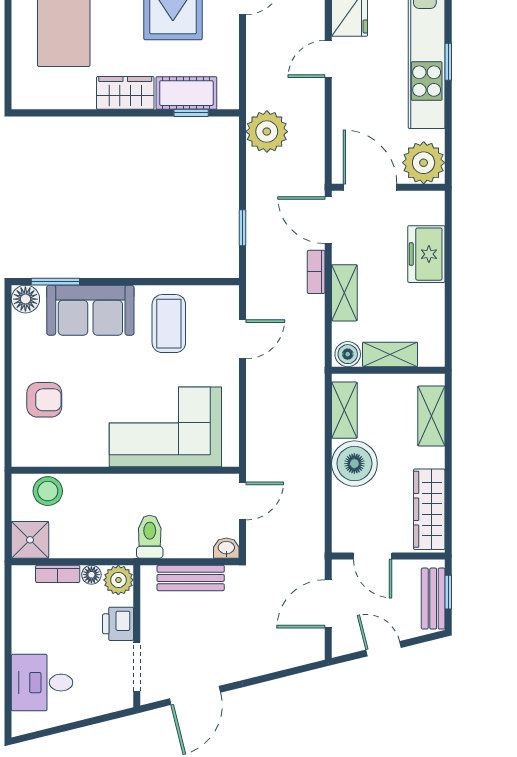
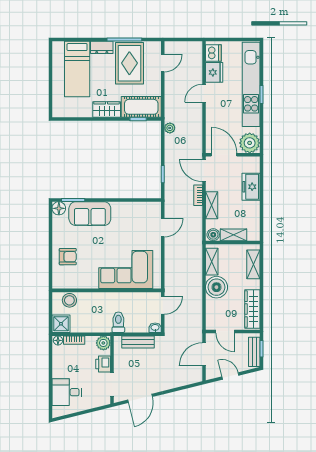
cot: (186, 93) -> (141, 107), width x1.37, depth x1.34
plant: (267, 132) -> (170, 128), width x0.53, depth x0.53
coffee table: (169, 324) -> (127, 220), removed
floor lamp: (91, 575) -> (58, 340), moved

